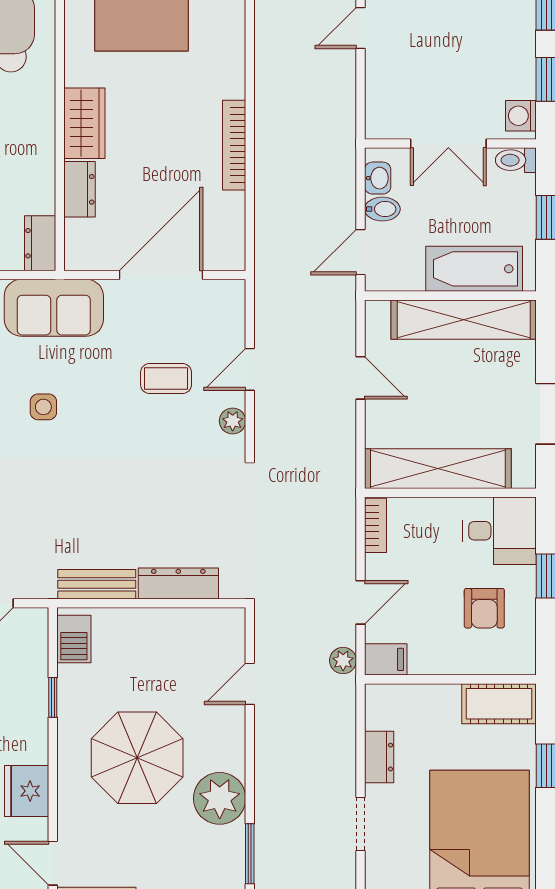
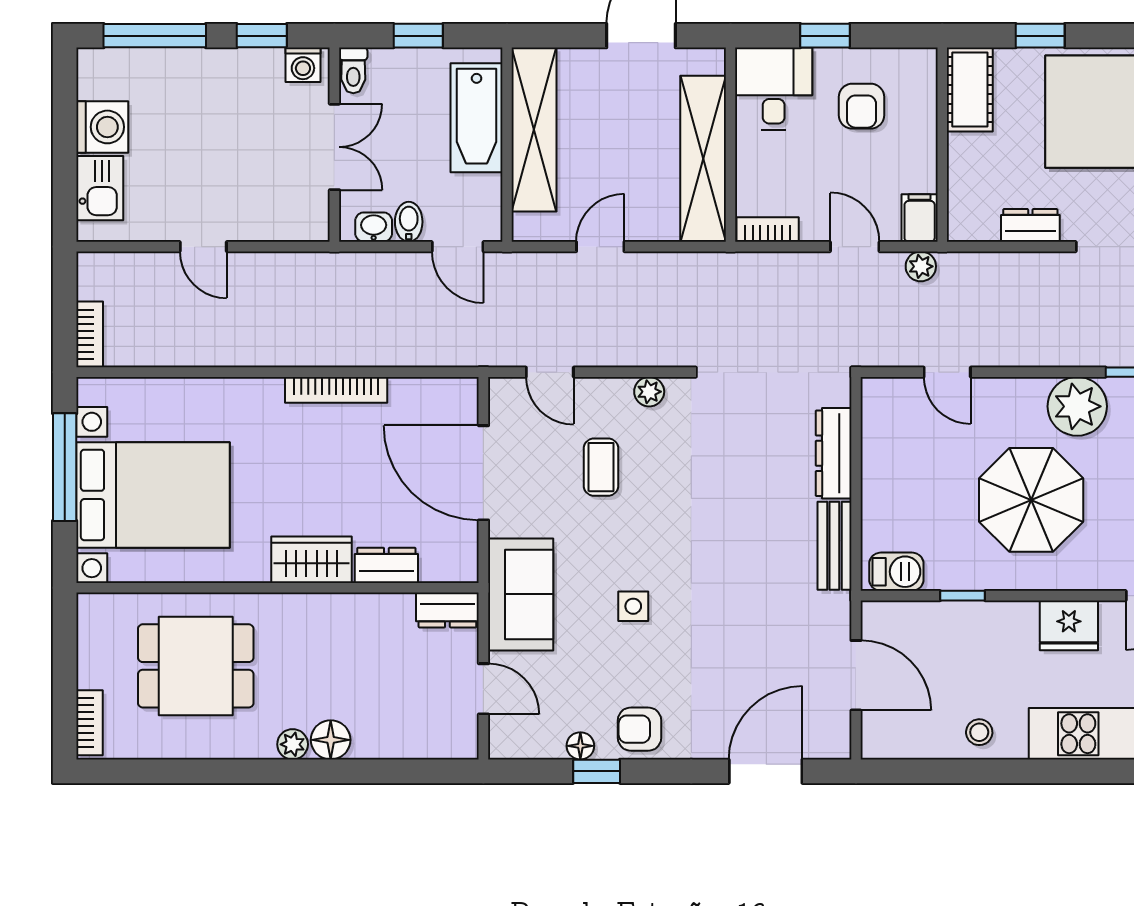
door: (250, 369) -> (550, 372), moved
armchair: (484, 608) -> (861, 106), turned 90

